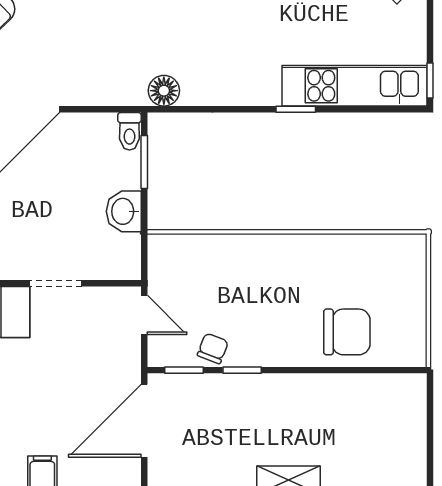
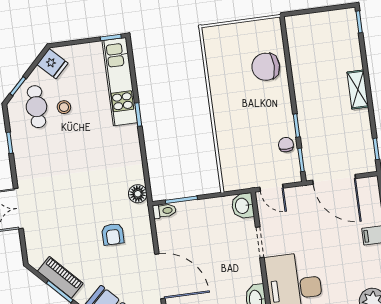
armchair: (102, 40) -> (113, 234), added
washbasin: (124, 211) -> (243, 206), moved, turned 90
door: (144, 315) -> (272, 188), swing flipped
chair: (347, 332) -> (266, 67), turned -90
chair: (213, 348) -> (286, 145), turned 69

